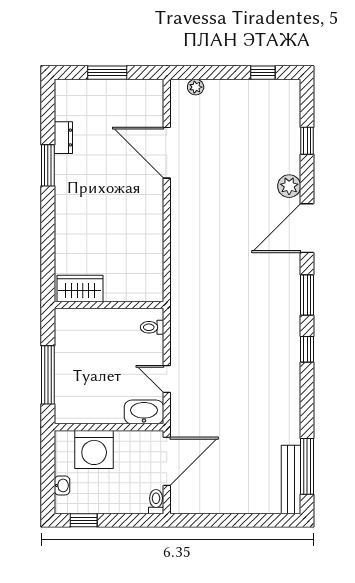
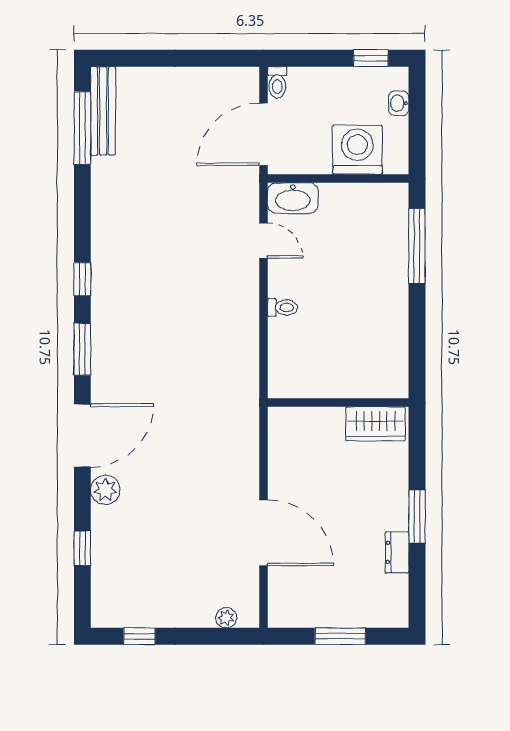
wardrobe: (80, 289) -> (376, 424), moved
wall: (109, 305) -> (338, 403), moved

